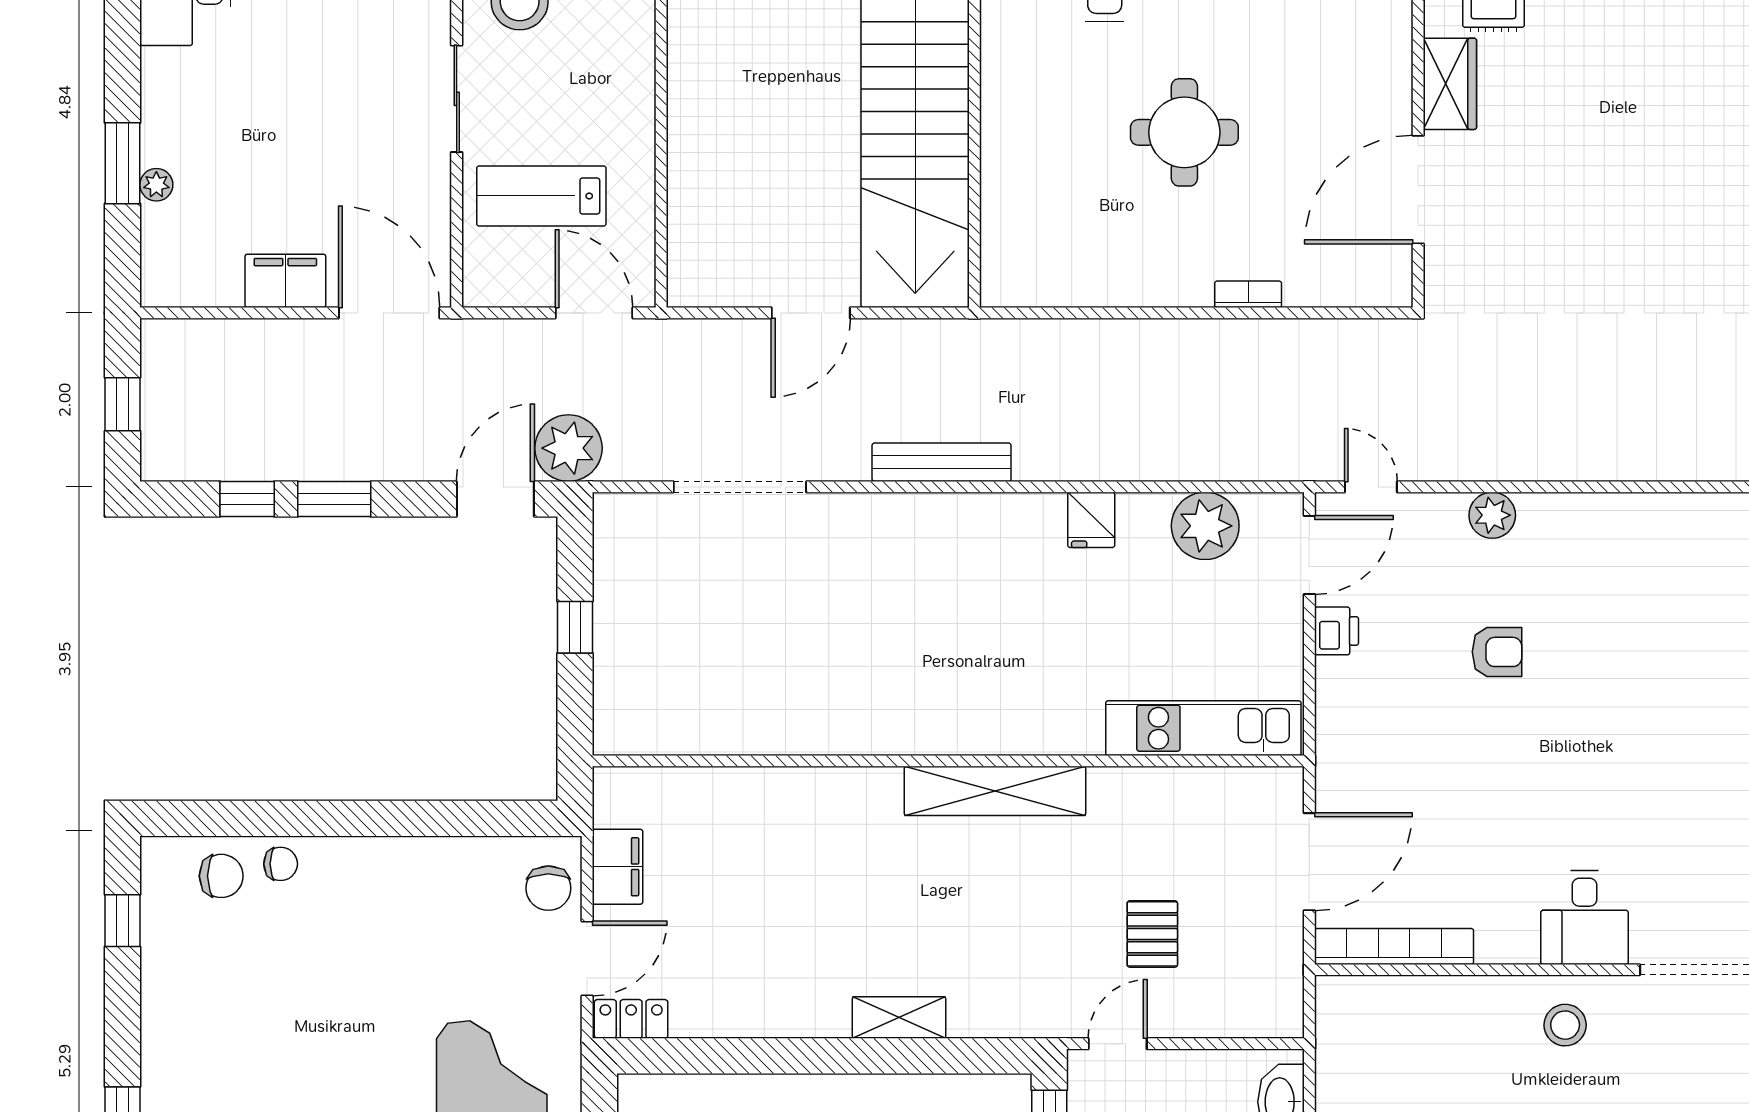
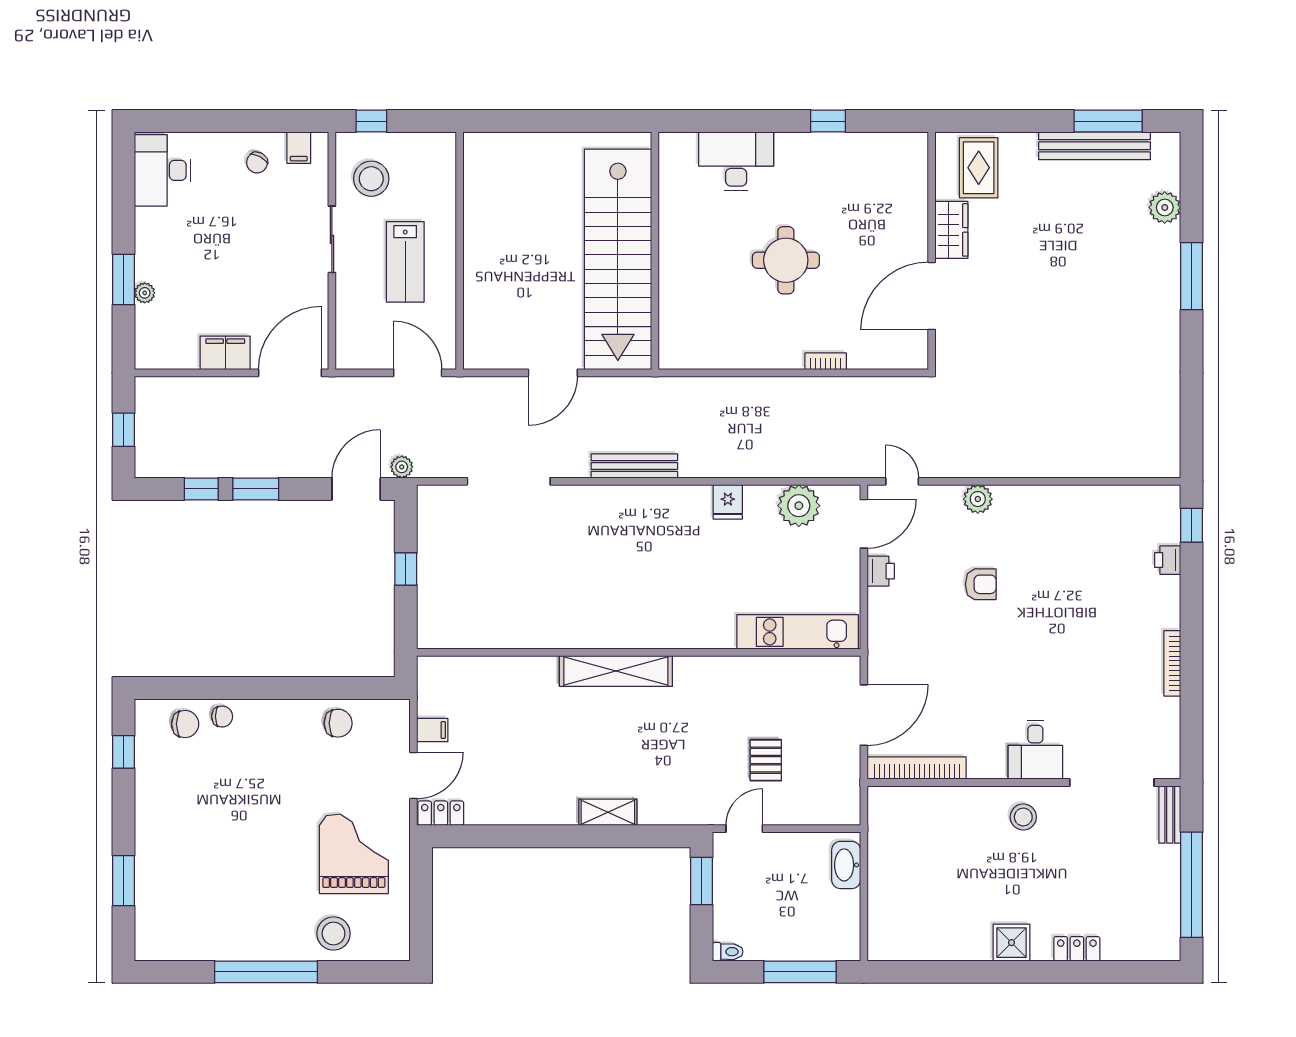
lab bench: (541, 196) -> (405, 262), moved, turned -90
door: (389, 313) -> (290, 373), hinge flipped
plant: (568, 448) -> (402, 467), width x0.53, depth x0.53
shelving: (995, 791) -> (616, 671), moved
filing cabinet: (617, 867) -> (432, 730), width x0.50
chair: (548, 888) -> (338, 723), moved, turned -90

